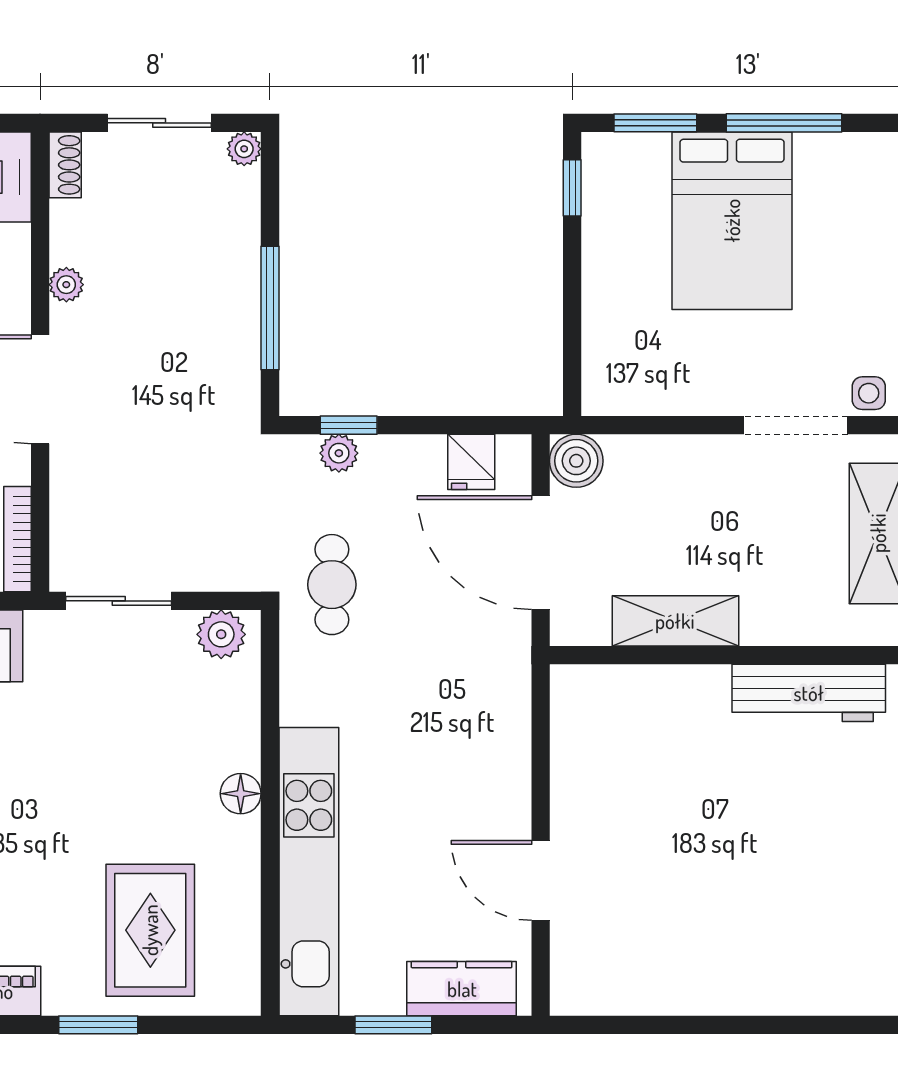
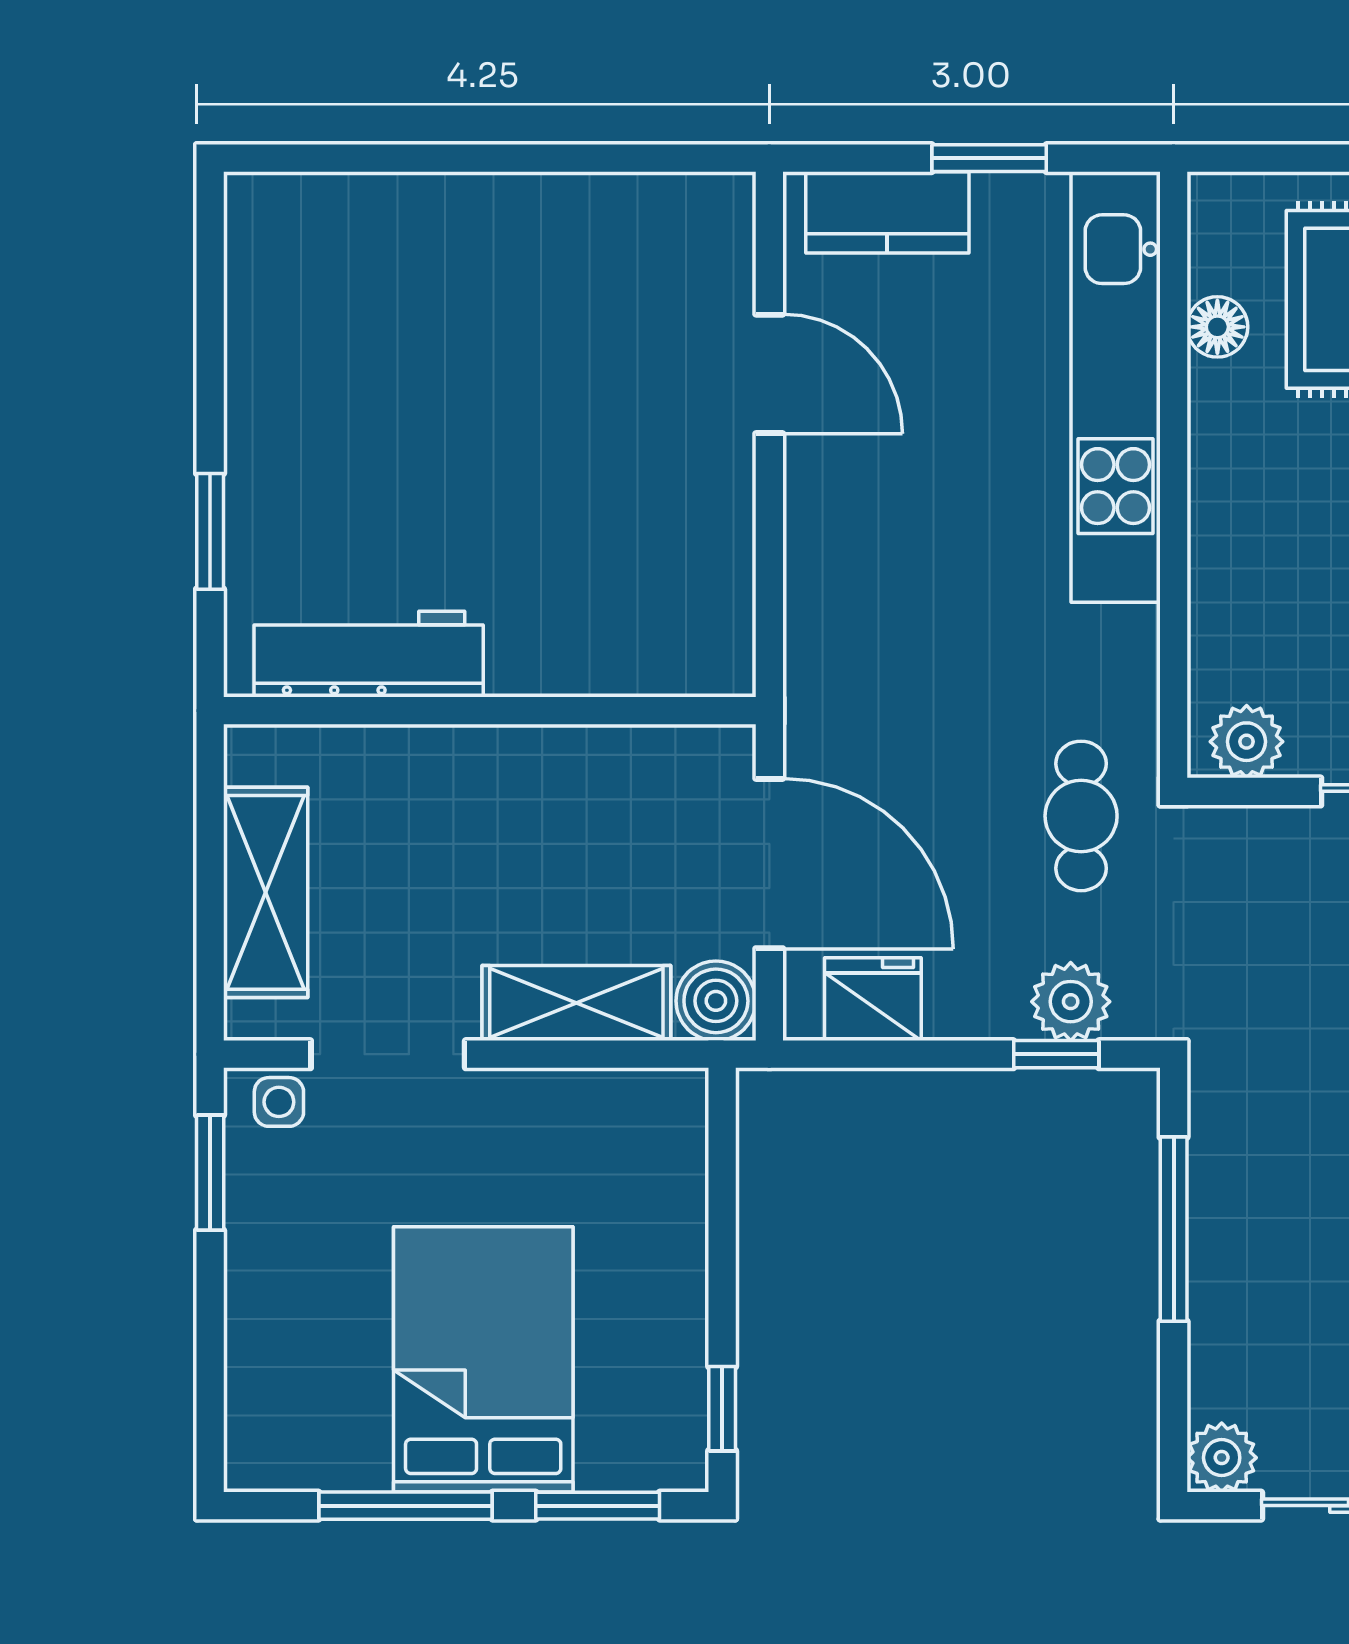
plant: (244, 149) -> (1222, 1458), width x1.38, depth x1.38
plant: (339, 453) -> (1071, 1002), width x1.38, depth x1.38
fridge: (471, 462) -> (873, 999), width x1.38
shelving: (675, 621) -> (576, 1003), moved
floor lamp: (241, 794) -> (1217, 327), moved

